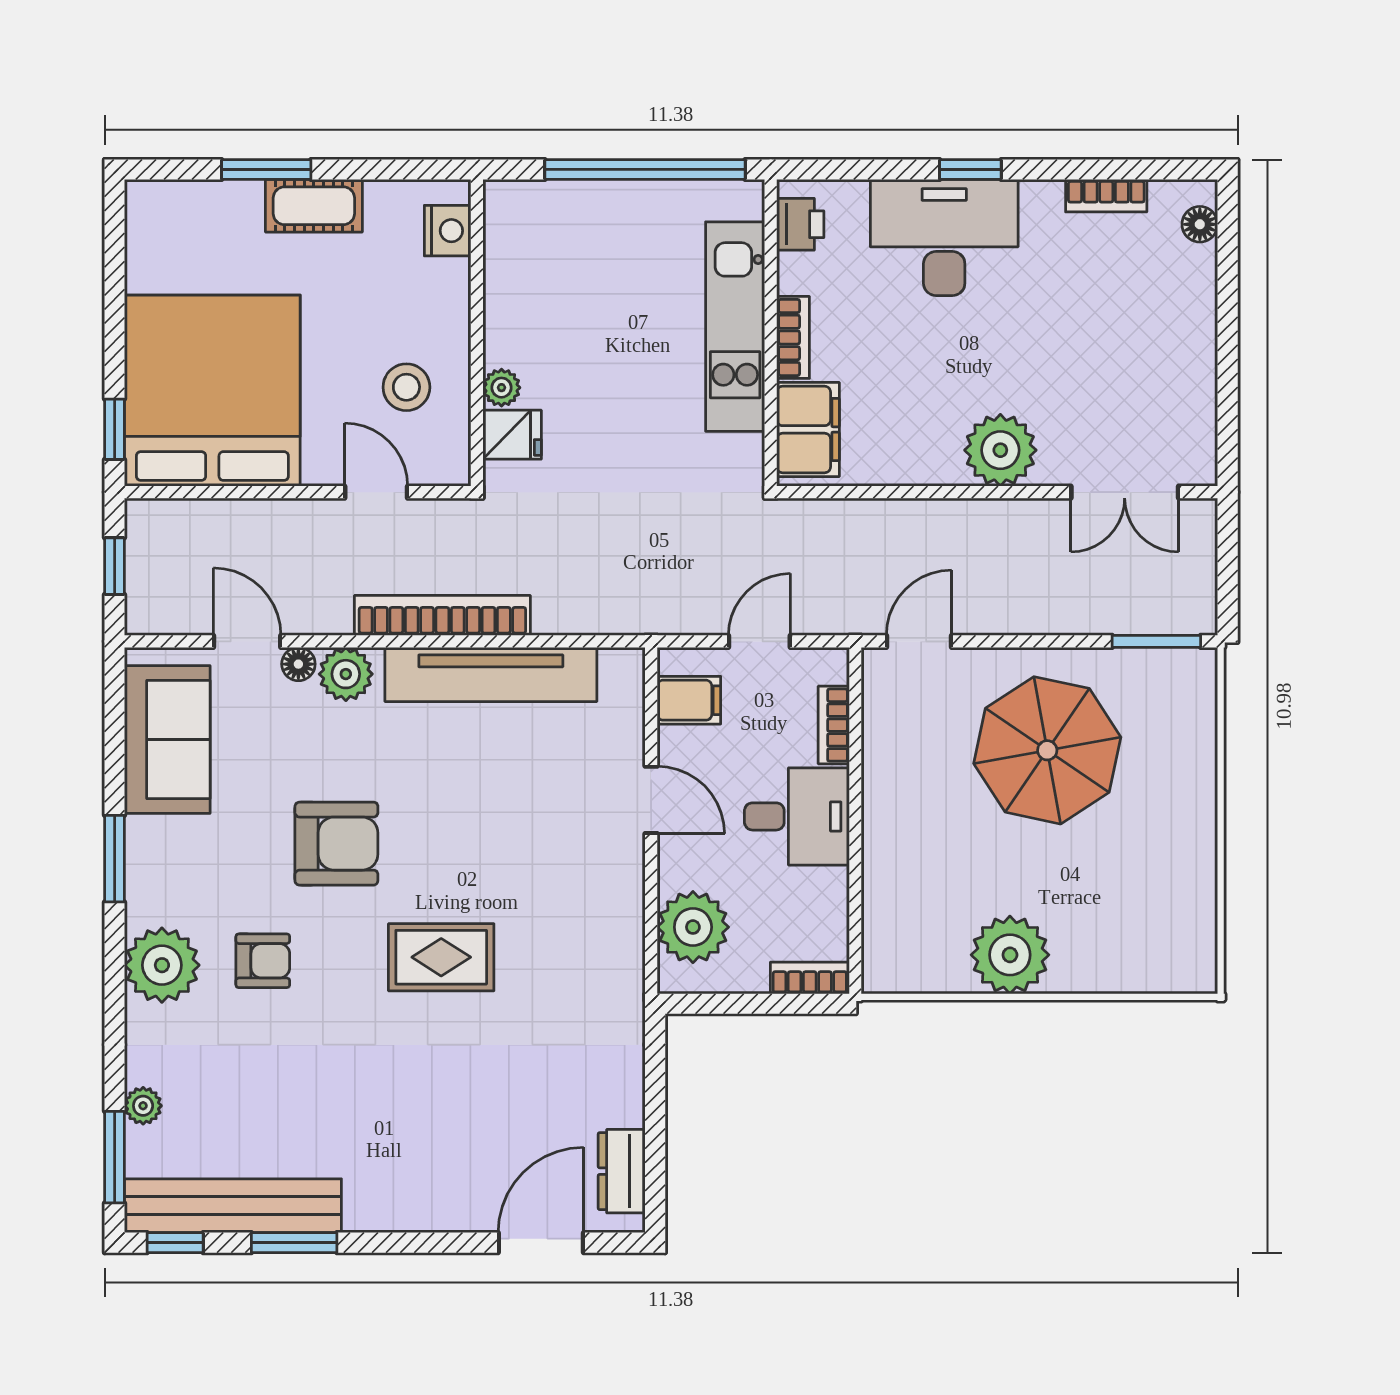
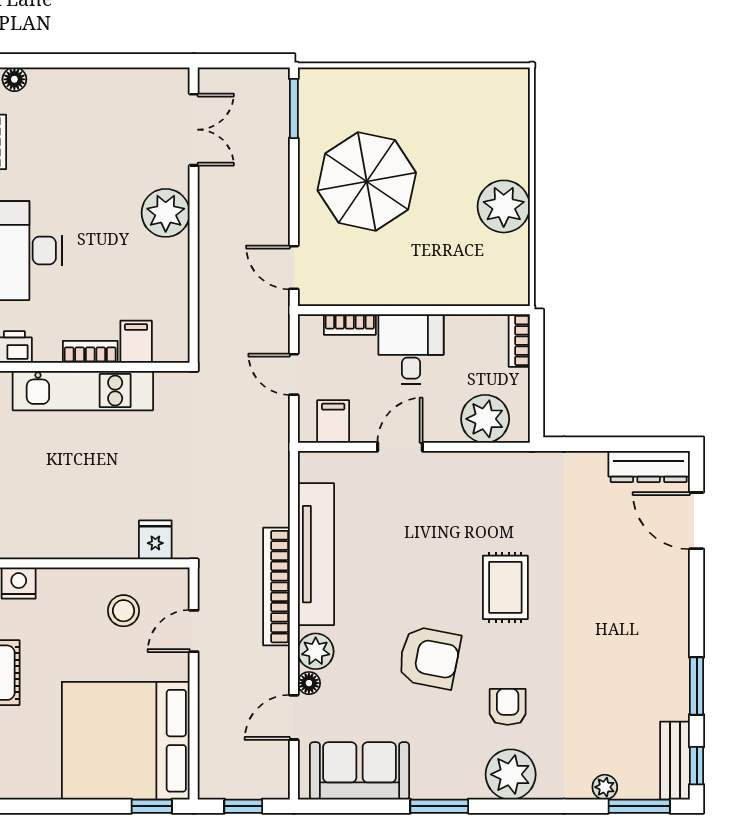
plant: (501, 388) -> (124, 547), removed
filing cabinet: (808, 429) -> (136, 342), width x0.50
armchair: (336, 844) -> (429, 658), turned 101
dresser: (622, 1171) -> (649, 467), width x1.44
bench: (233, 1206) -> (675, 761), width x0.54, depth x0.82

